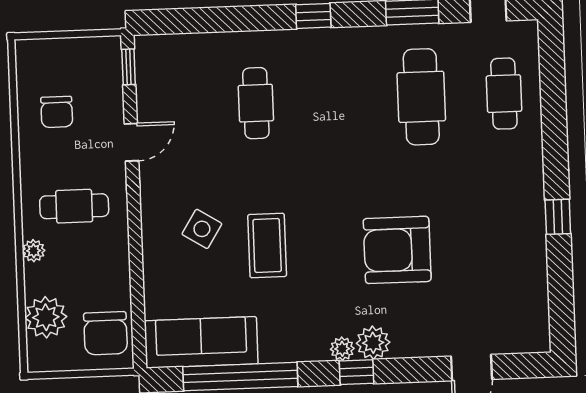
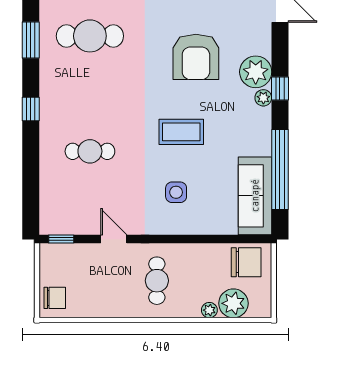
chair: (57, 112) -> (55, 298), moved
side table: (202, 229) -> (176, 192), turned -32
coffee table: (267, 245) -> (181, 132), moved
plant: (34, 251) -> (209, 310), moved
plant: (373, 343) -> (256, 72), width x1.36, depth x1.36

